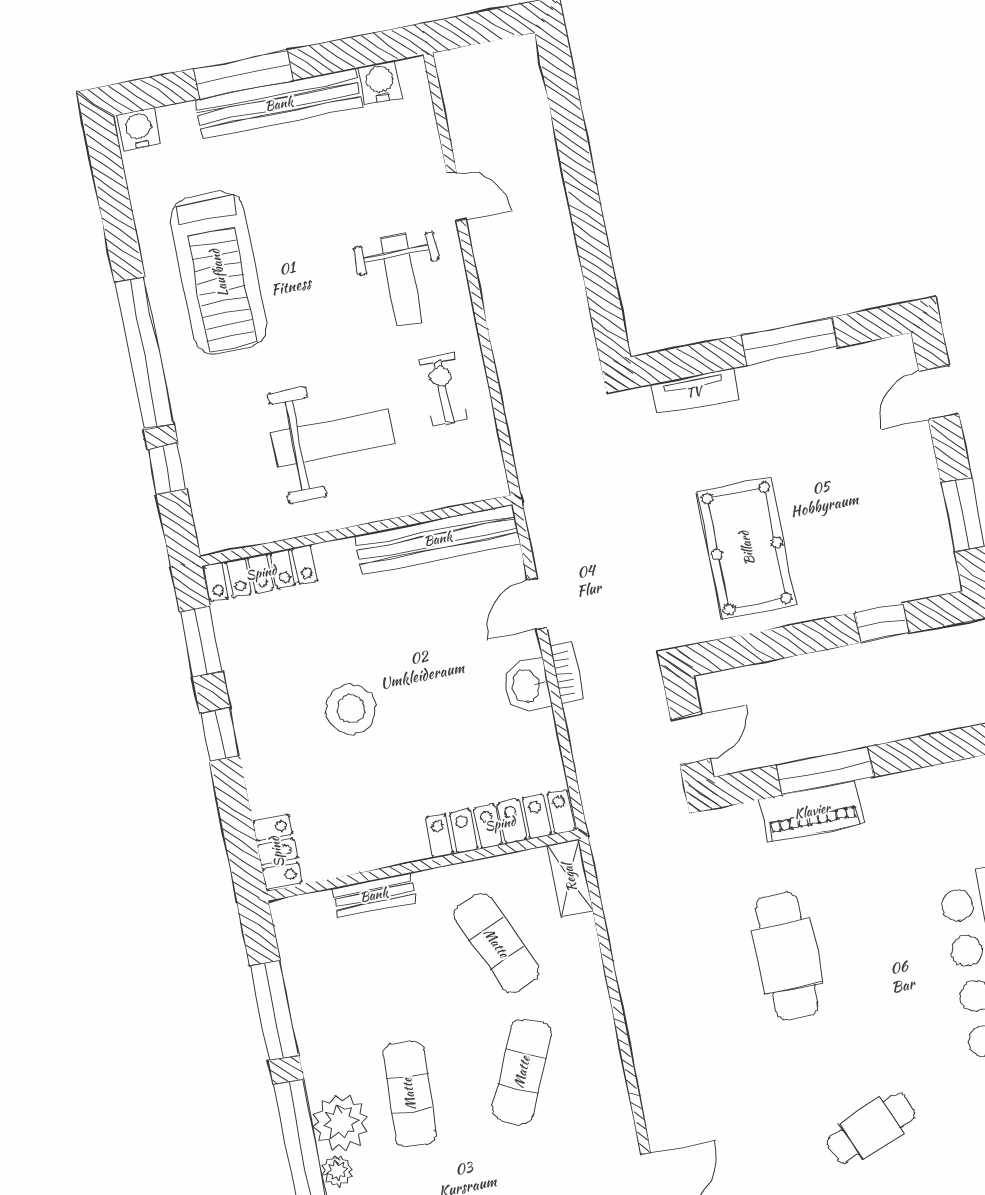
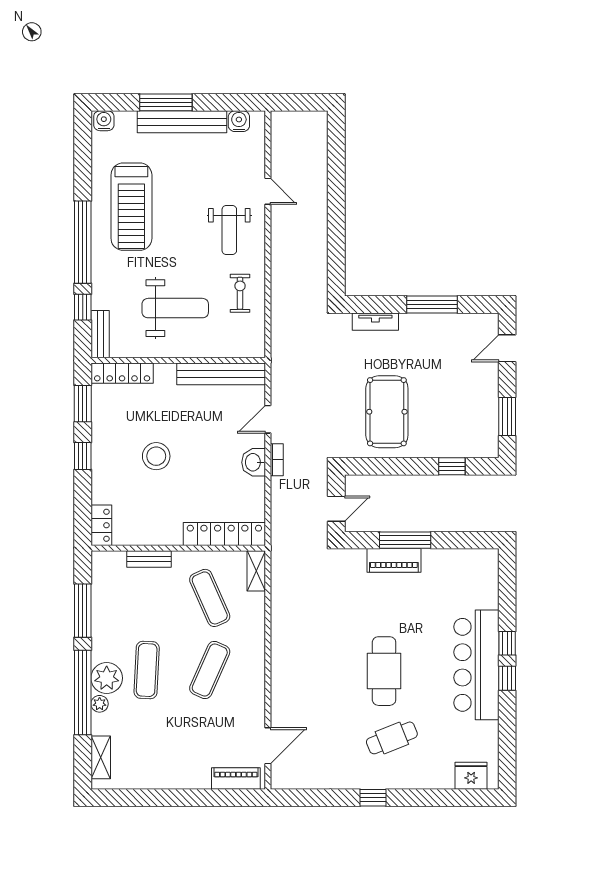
bench: (208, 511) -> (100, 334), added
cafe table: (787, 956) -> (384, 671), moved

